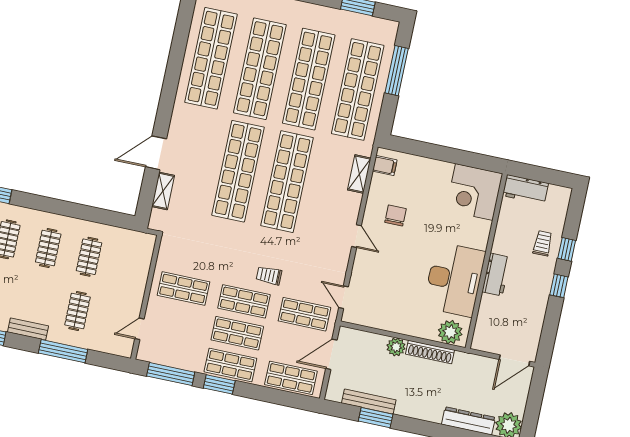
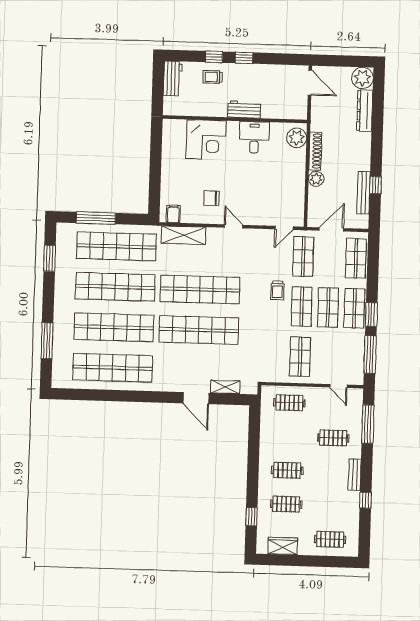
shelving: (359, 174) -> (184, 235), width x1.50, depth x1.33
workbench: (525, 189) -> (173, 78), moved
corner desk: (474, 192) -> (206, 140), moved
door: (357, 236) -> (233, 226), hinge flipped
clothes rail: (89, 257) -> (289, 403), moved
desk: (454, 280) -> (254, 137), width x0.53, depth x0.77
window: (63, 351) -> (368, 424), moved
door: (331, 354) -> (331, 229), swing flipped
window: (376, 418) -> (375, 185), width x0.67

